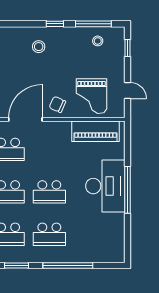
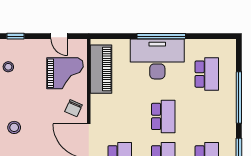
door: (128, 91) -> (59, 36), swing flipped
school desk: (49, 234) -> (207, 74), moved

